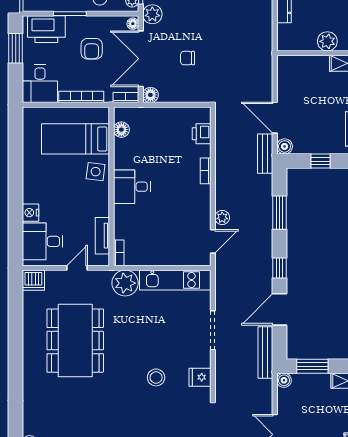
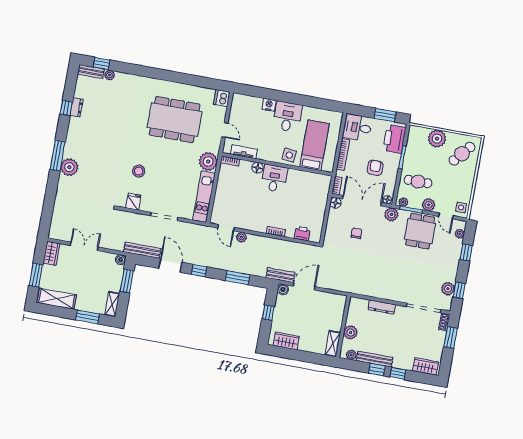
armchair: (92, 49) -> (375, 168), turned 90
floor lamp: (121, 130) -> (257, 168), moved
desk: (43, 241) -> (287, 117), moved

